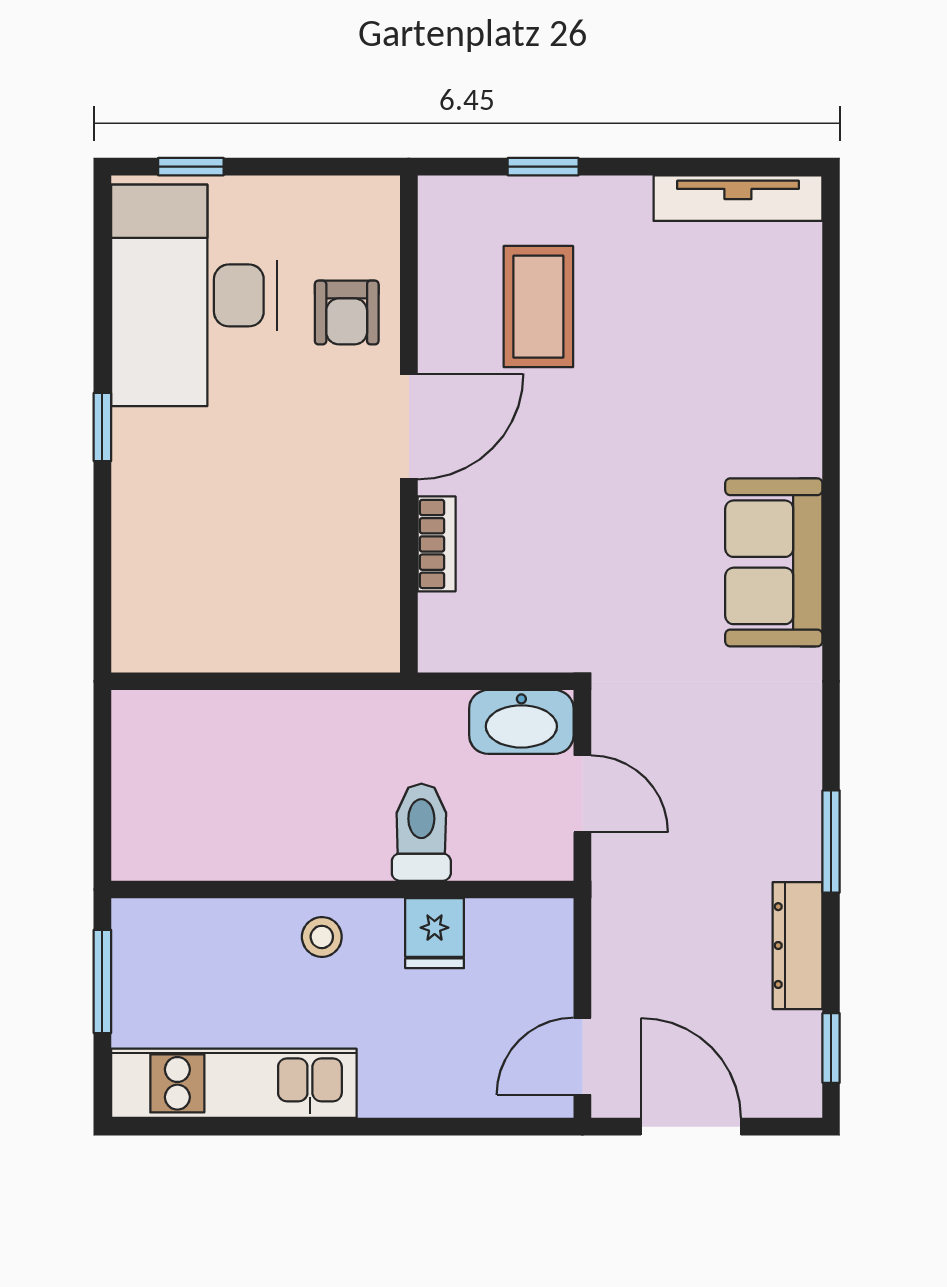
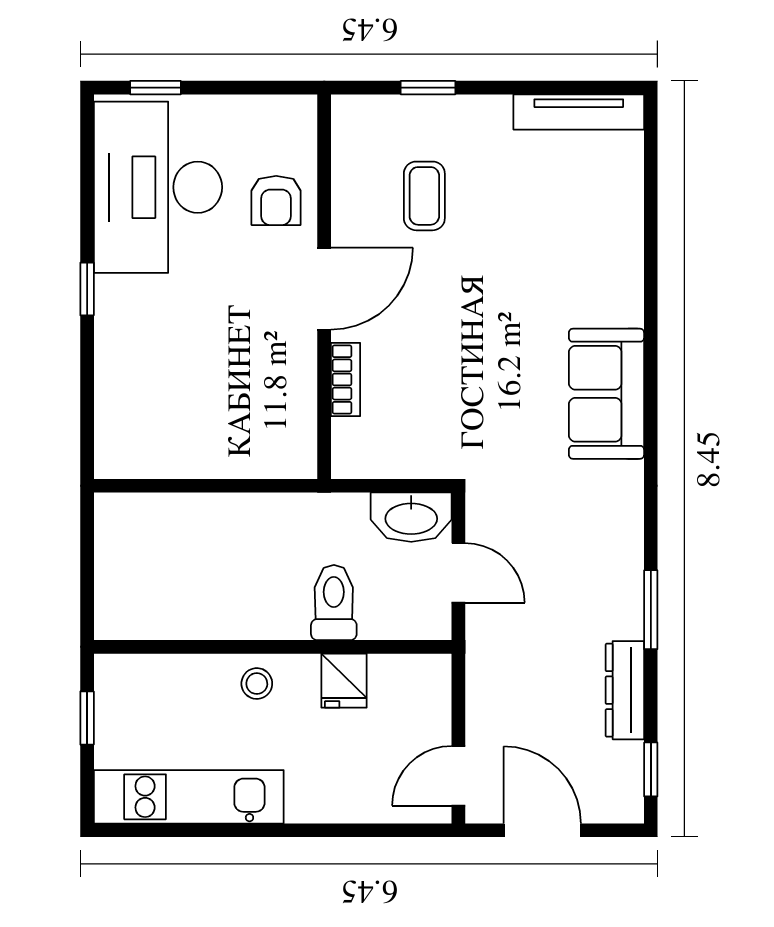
coffee table: (538, 307) -> (424, 196), width x0.73, depth x0.77
window: (102, 982) -> (87, 718), width x0.67

